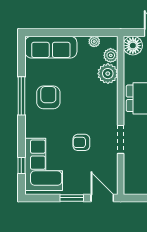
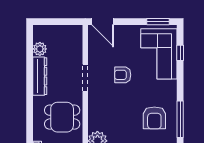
armchair: (81, 142) -> (123, 75), turned 180
window: (72, 198) -> (158, 22), moved

